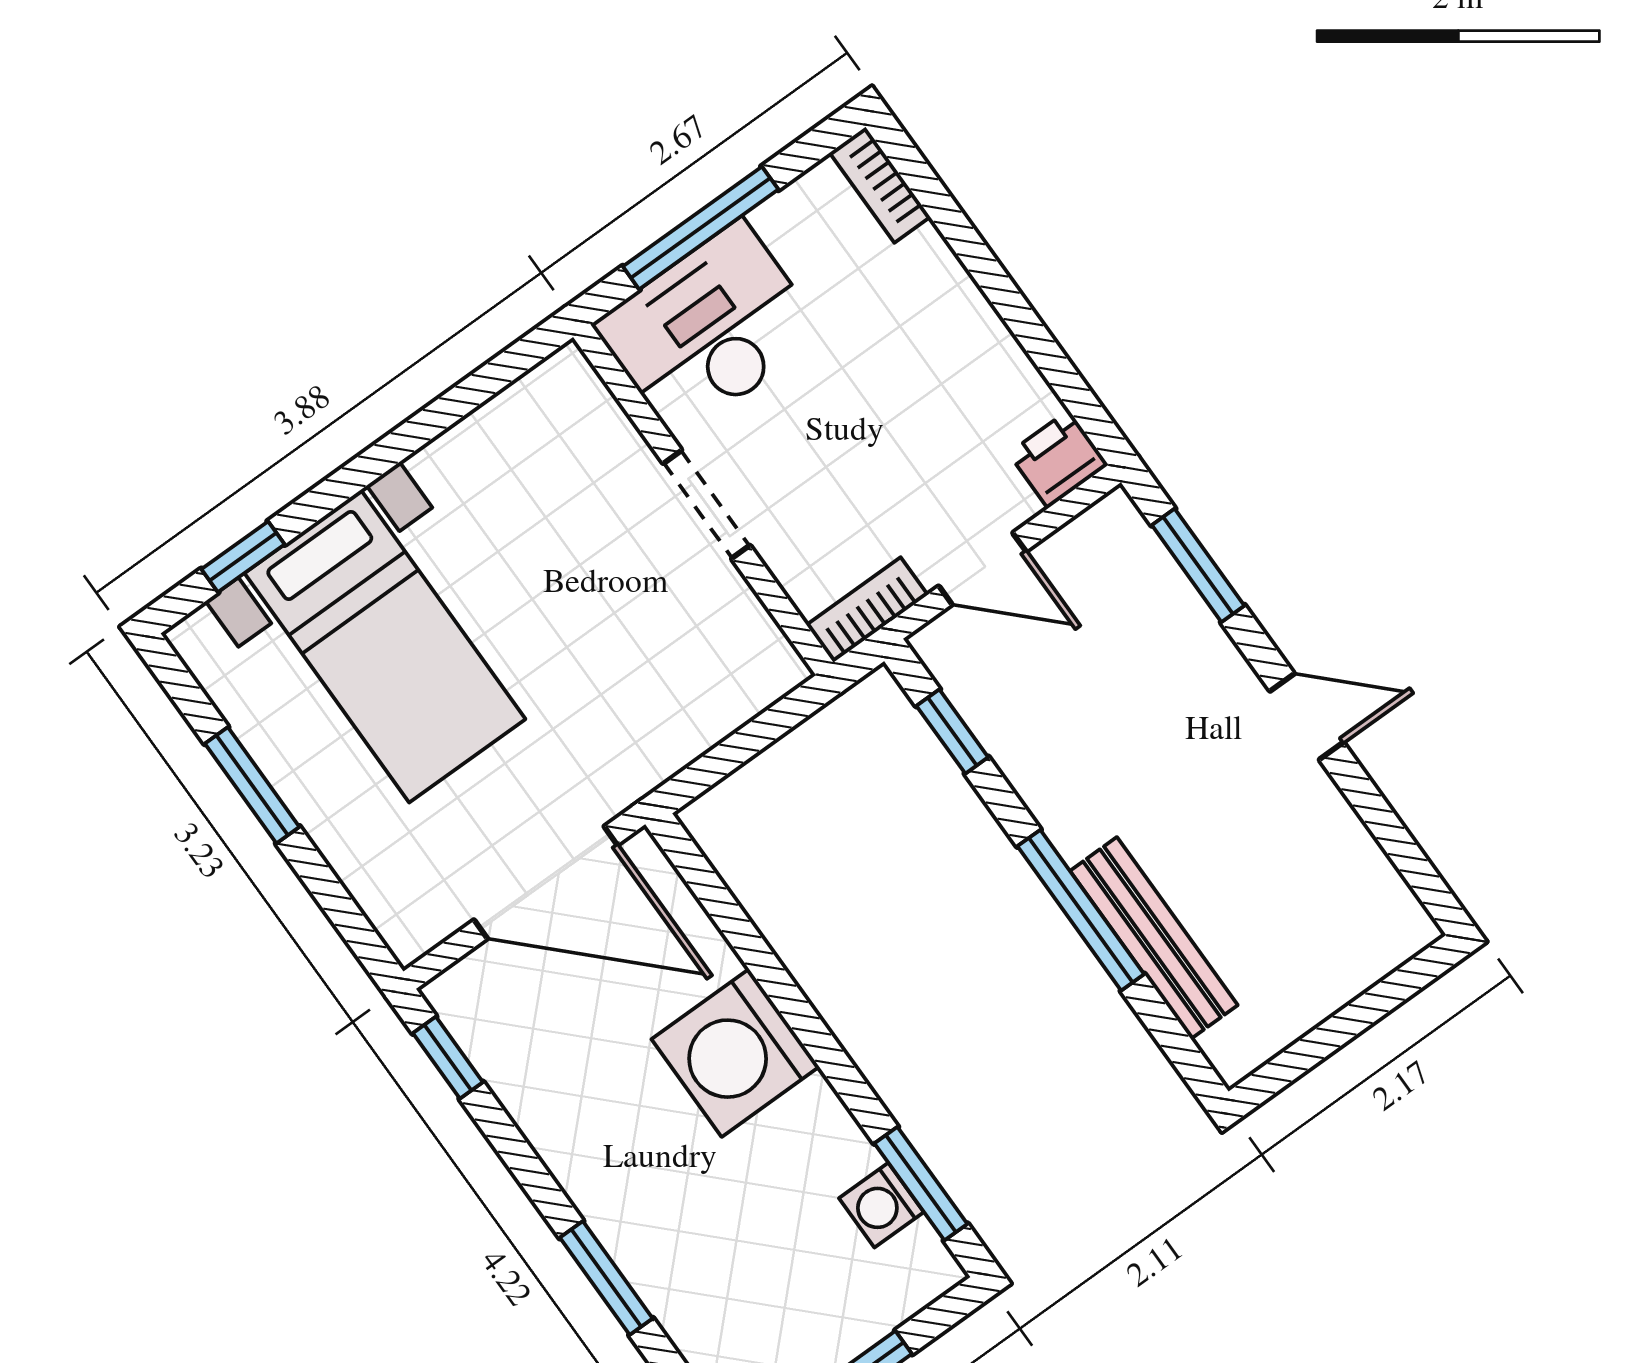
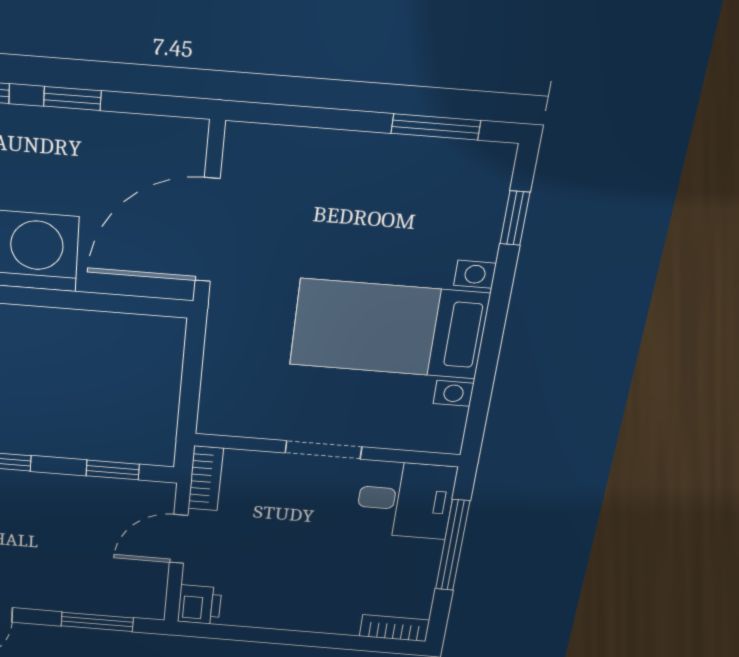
desk: (709, 330) -> (405, 500), width x0.73
bed with nightstands: (385, 646) -> (389, 329), moved
window: (252, 785) -> (436, 127), moved
window: (448, 1058) -> (72, 98), moved

